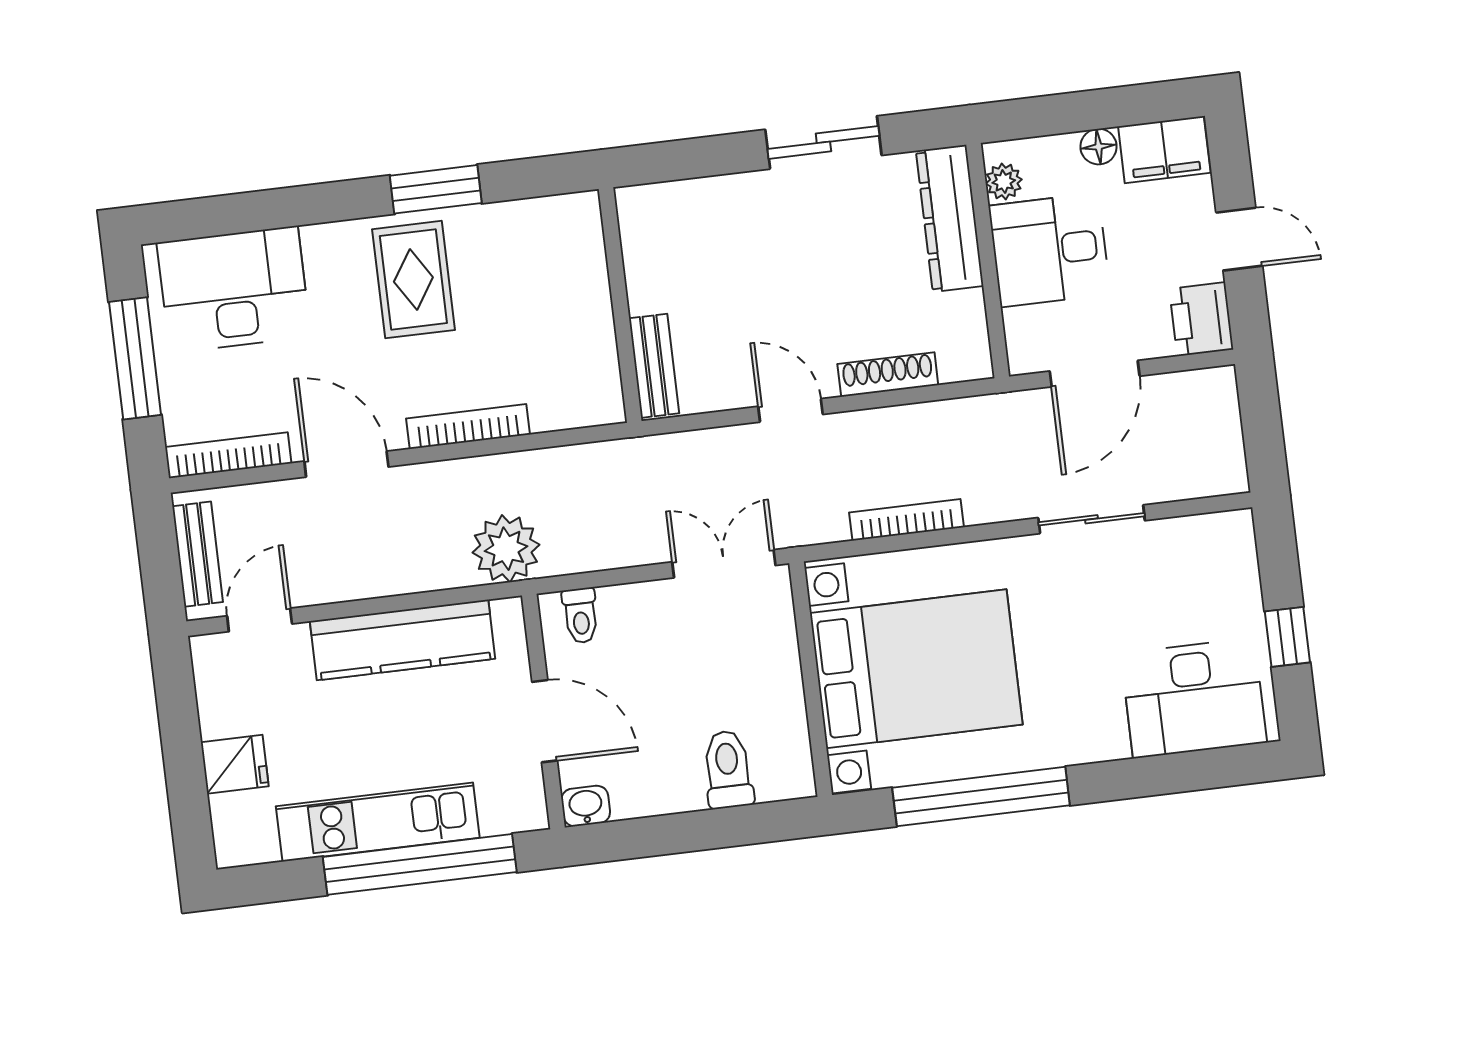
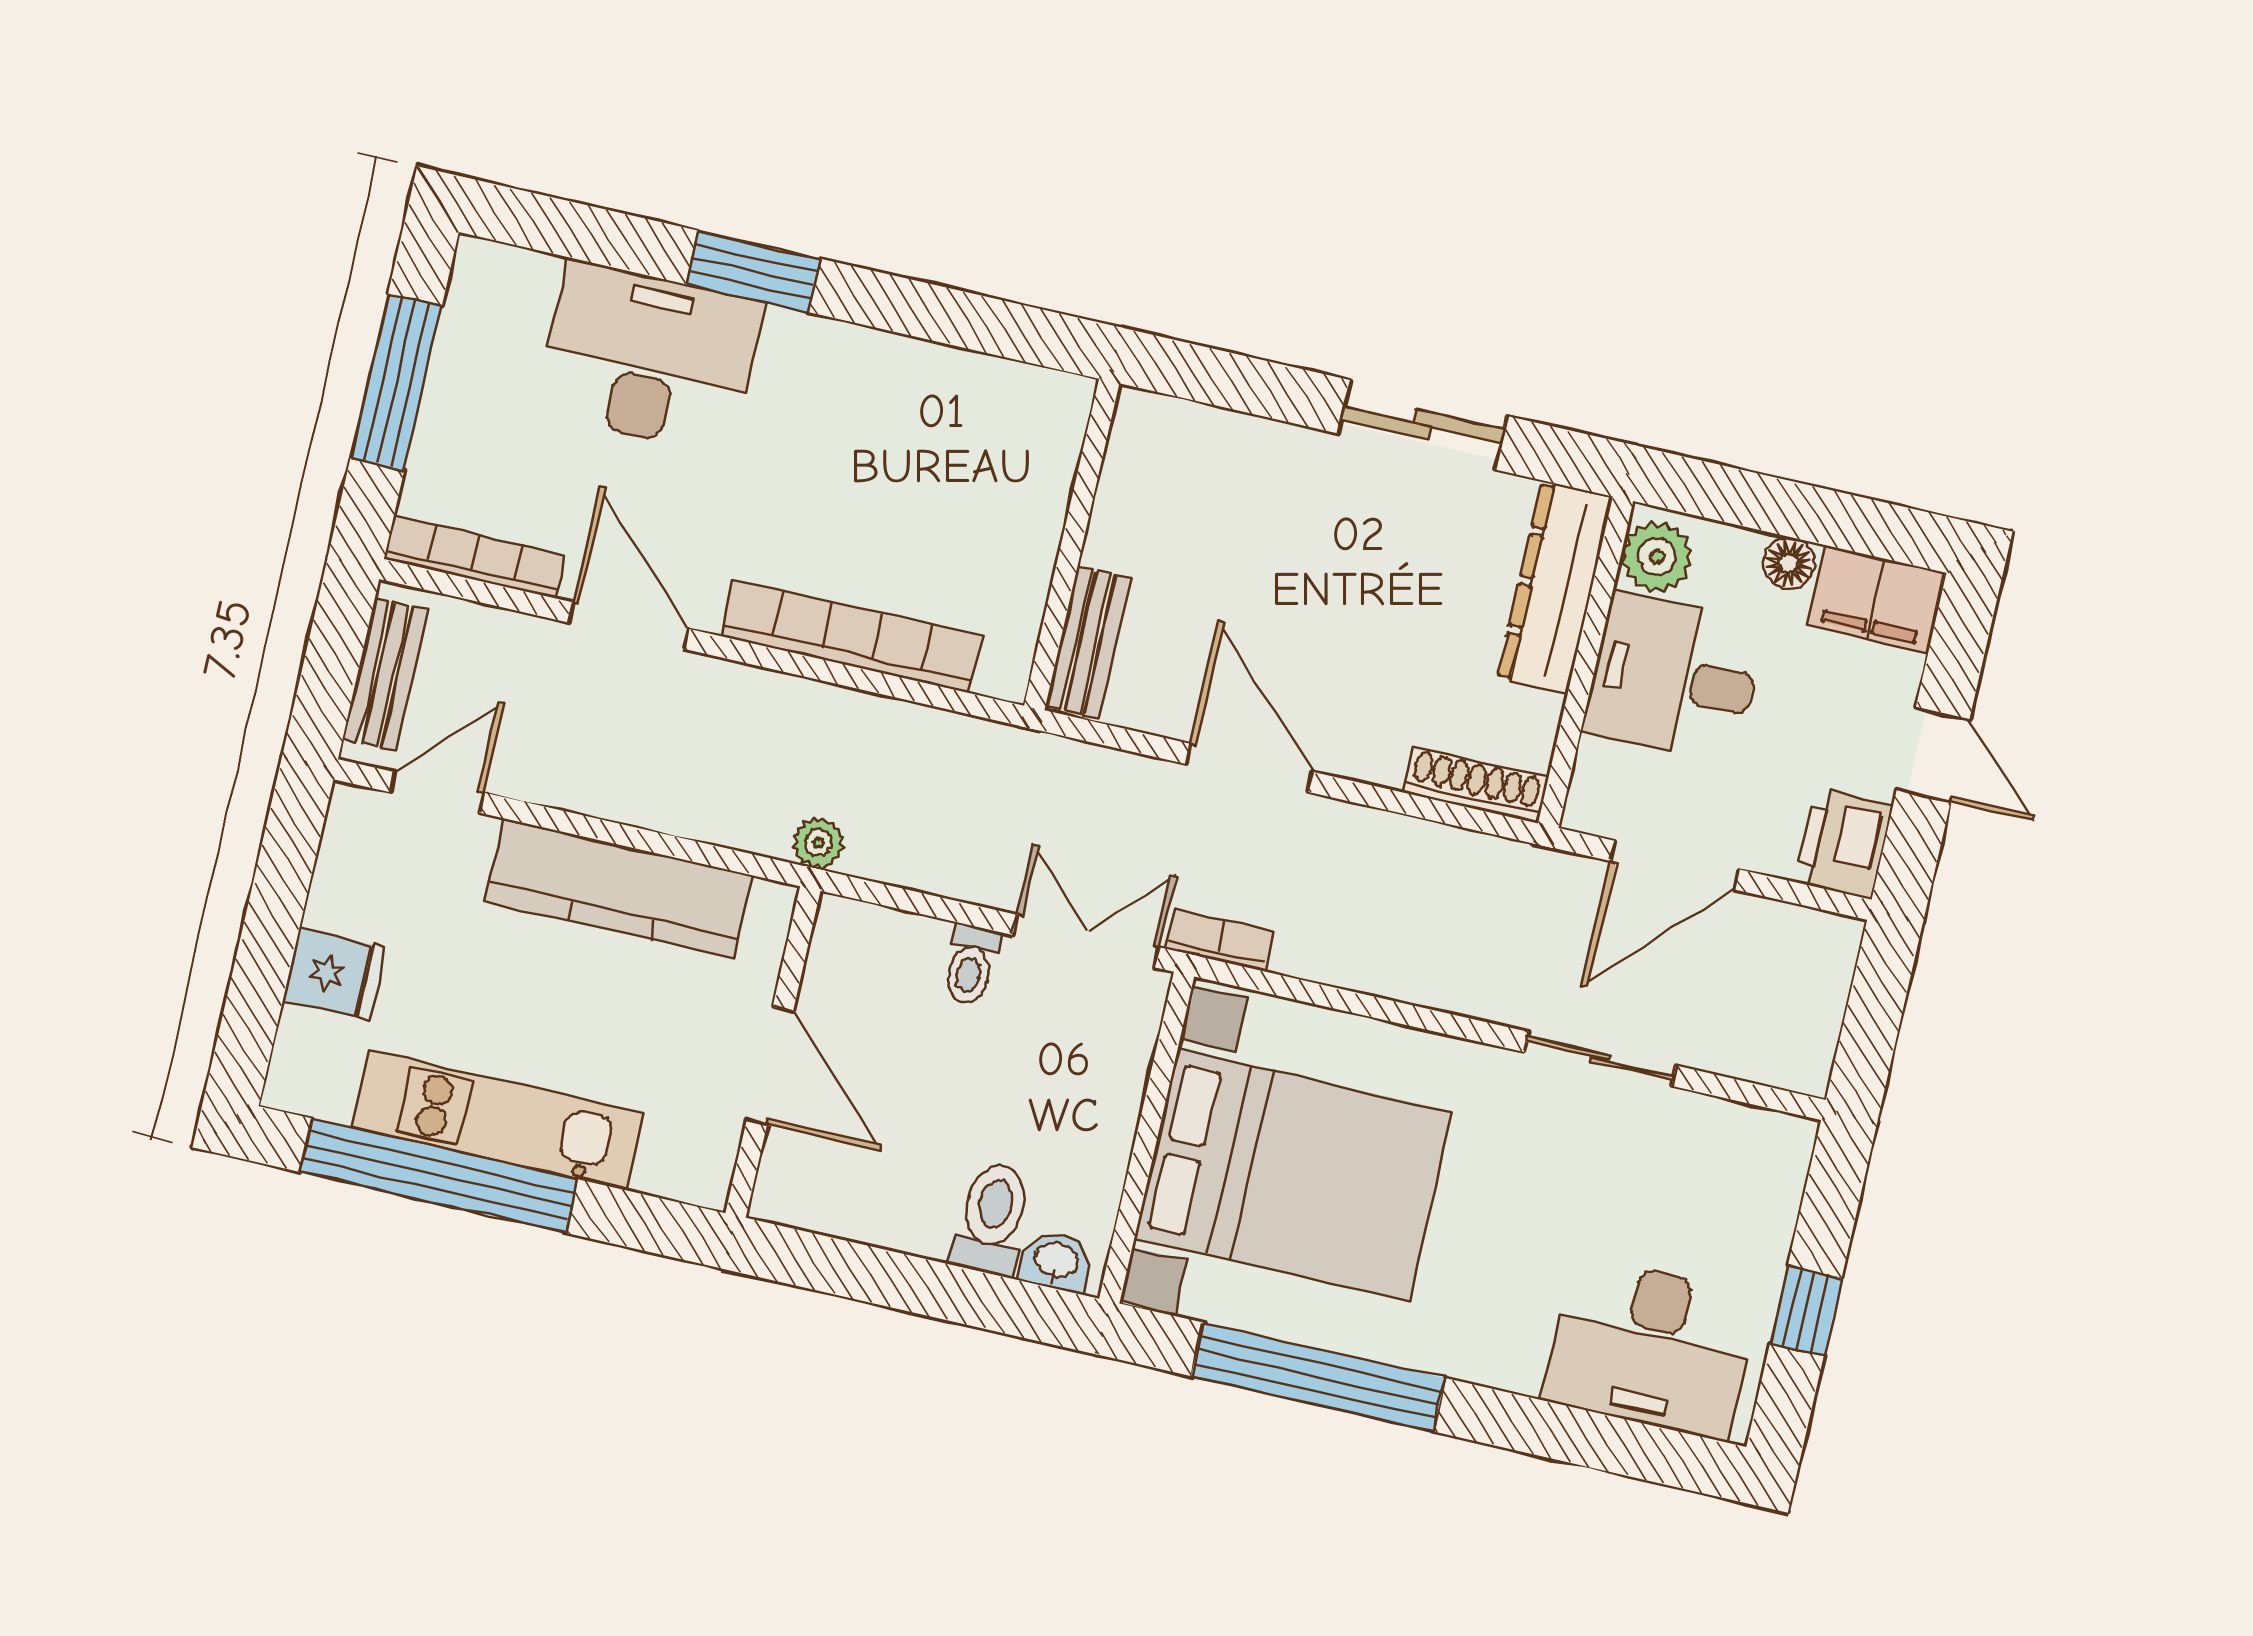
plant: (1004, 182) -> (1657, 557), width x1.38, depth x1.38
window: (436, 189) -> (753, 271), moved
rug: (413, 280) -> (807, 411), removed
desk: (234, 289) -> (649, 357), moved
shoe rack: (888, 375) -> (1476, 785), moved
door: (790, 410) -> (1249, 768), width x1.38
bookcase: (468, 427) -> (851, 636), width x1.48, depth x1.31
bookcase: (906, 520) -> (1220, 940), moved, width x0.64
plant: (506, 549) -> (818, 843), width x0.53, depth x0.53
toilet: (581, 616) -> (971, 965), moved
washbasin: (586, 806) -> (1056, 1261), moved
window: (420, 864) -> (439, 1176), moved

